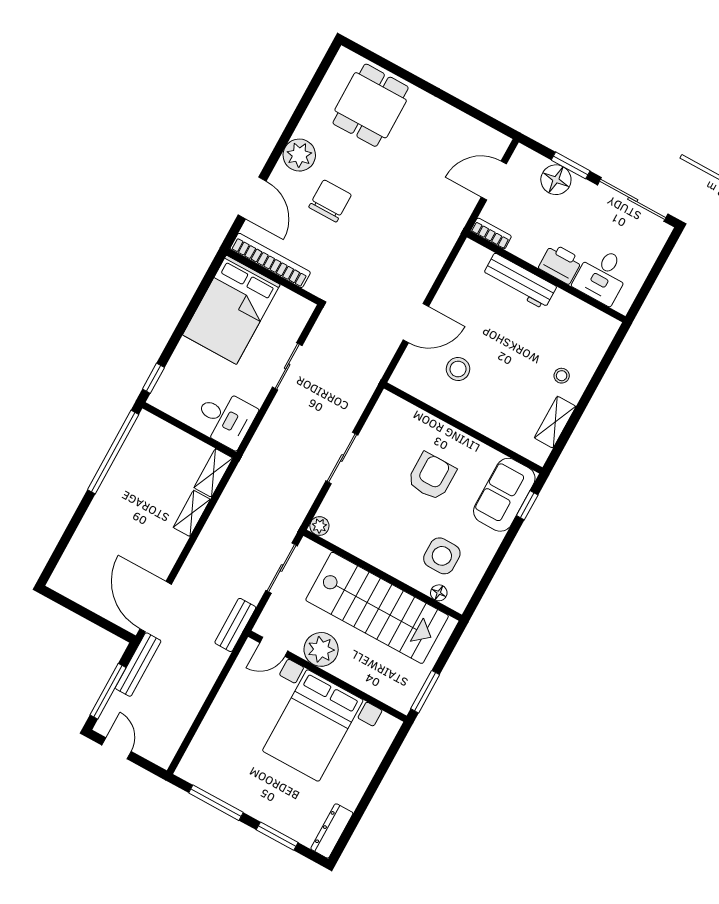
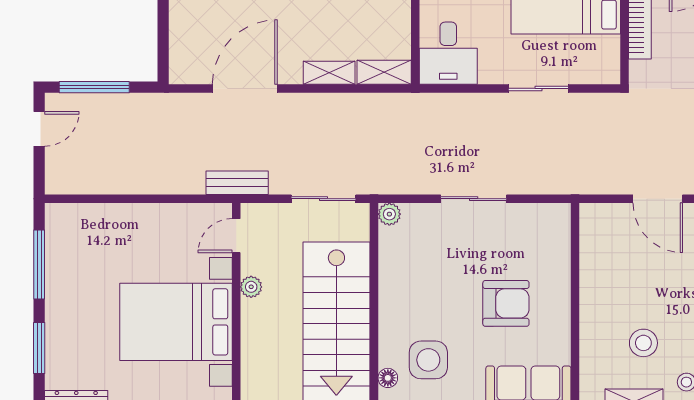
stool: (458, 369) -> (643, 343), moved
door: (156, 607) -> (245, 88), moved
door: (274, 647) -> (236, 236), hinge flipped
plant: (321, 649) -> (251, 287), width x0.53, depth x0.53
bench: (138, 665) -> (140, 103), removed

